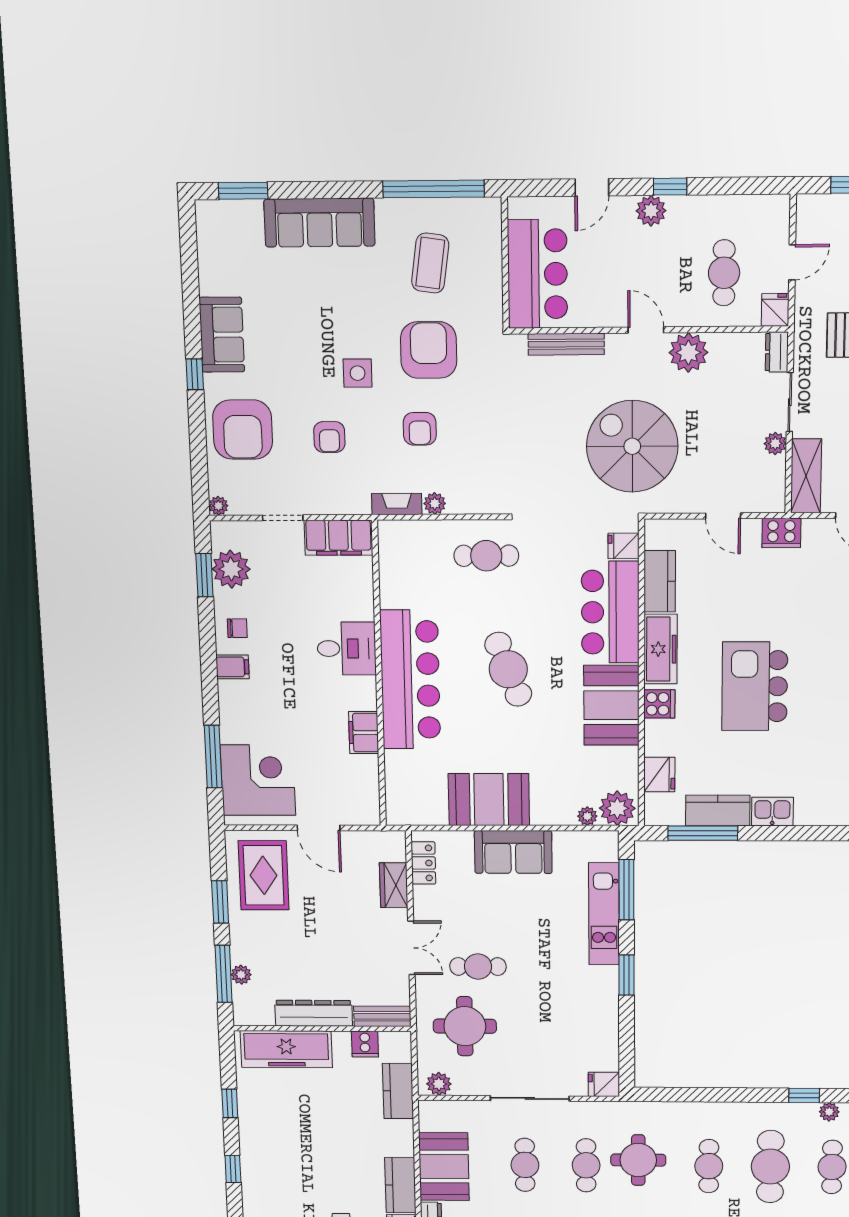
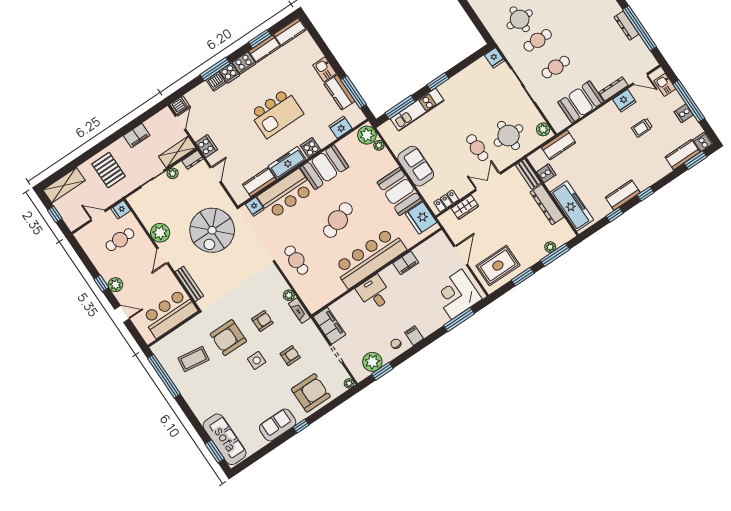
sofa: (319, 223) -> (225, 439), moved
dresser: (777, 352) -> (193, 160), moved
fridge: (422, 805) -> (421, 218), added
kitchen counter: (400, 1185) -> (623, 195), moved, turned 180

